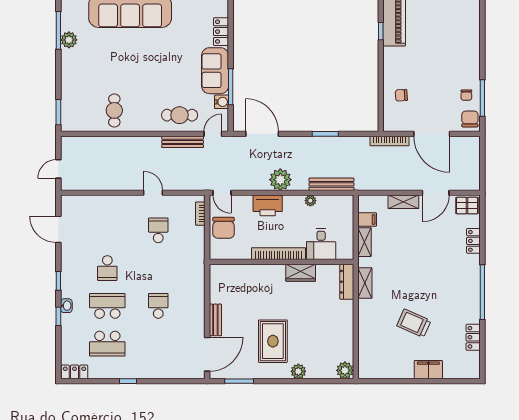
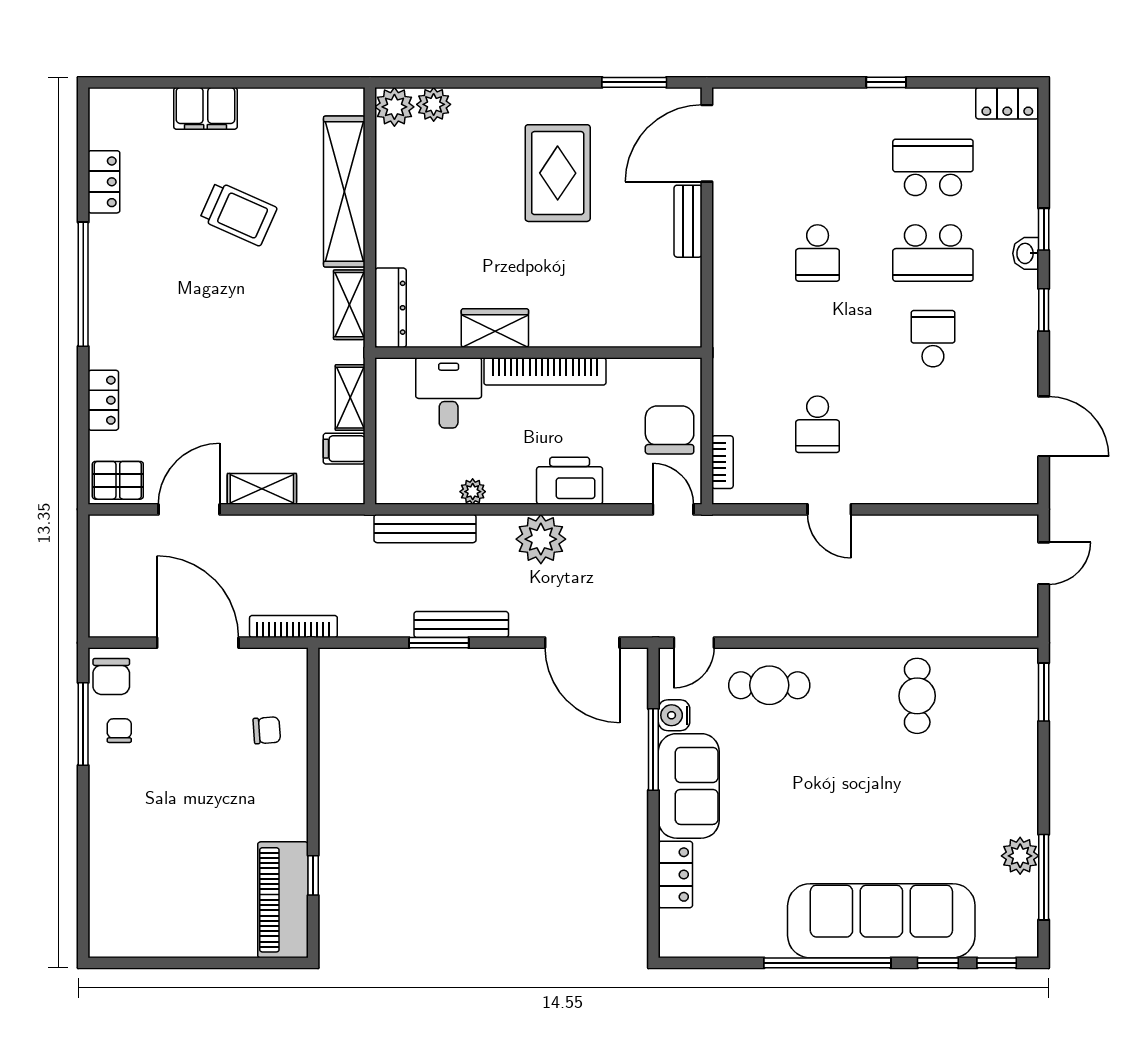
bench: (183, 142) -> (461, 625), moved
shelving: (367, 333) -> (344, 192), added
plant: (298, 371) -> (434, 104), moved

